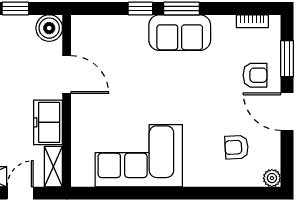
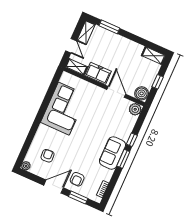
plant: (83, 27) -> (135, 109), added
door: (67, 75) -> (116, 92), swing flipped

